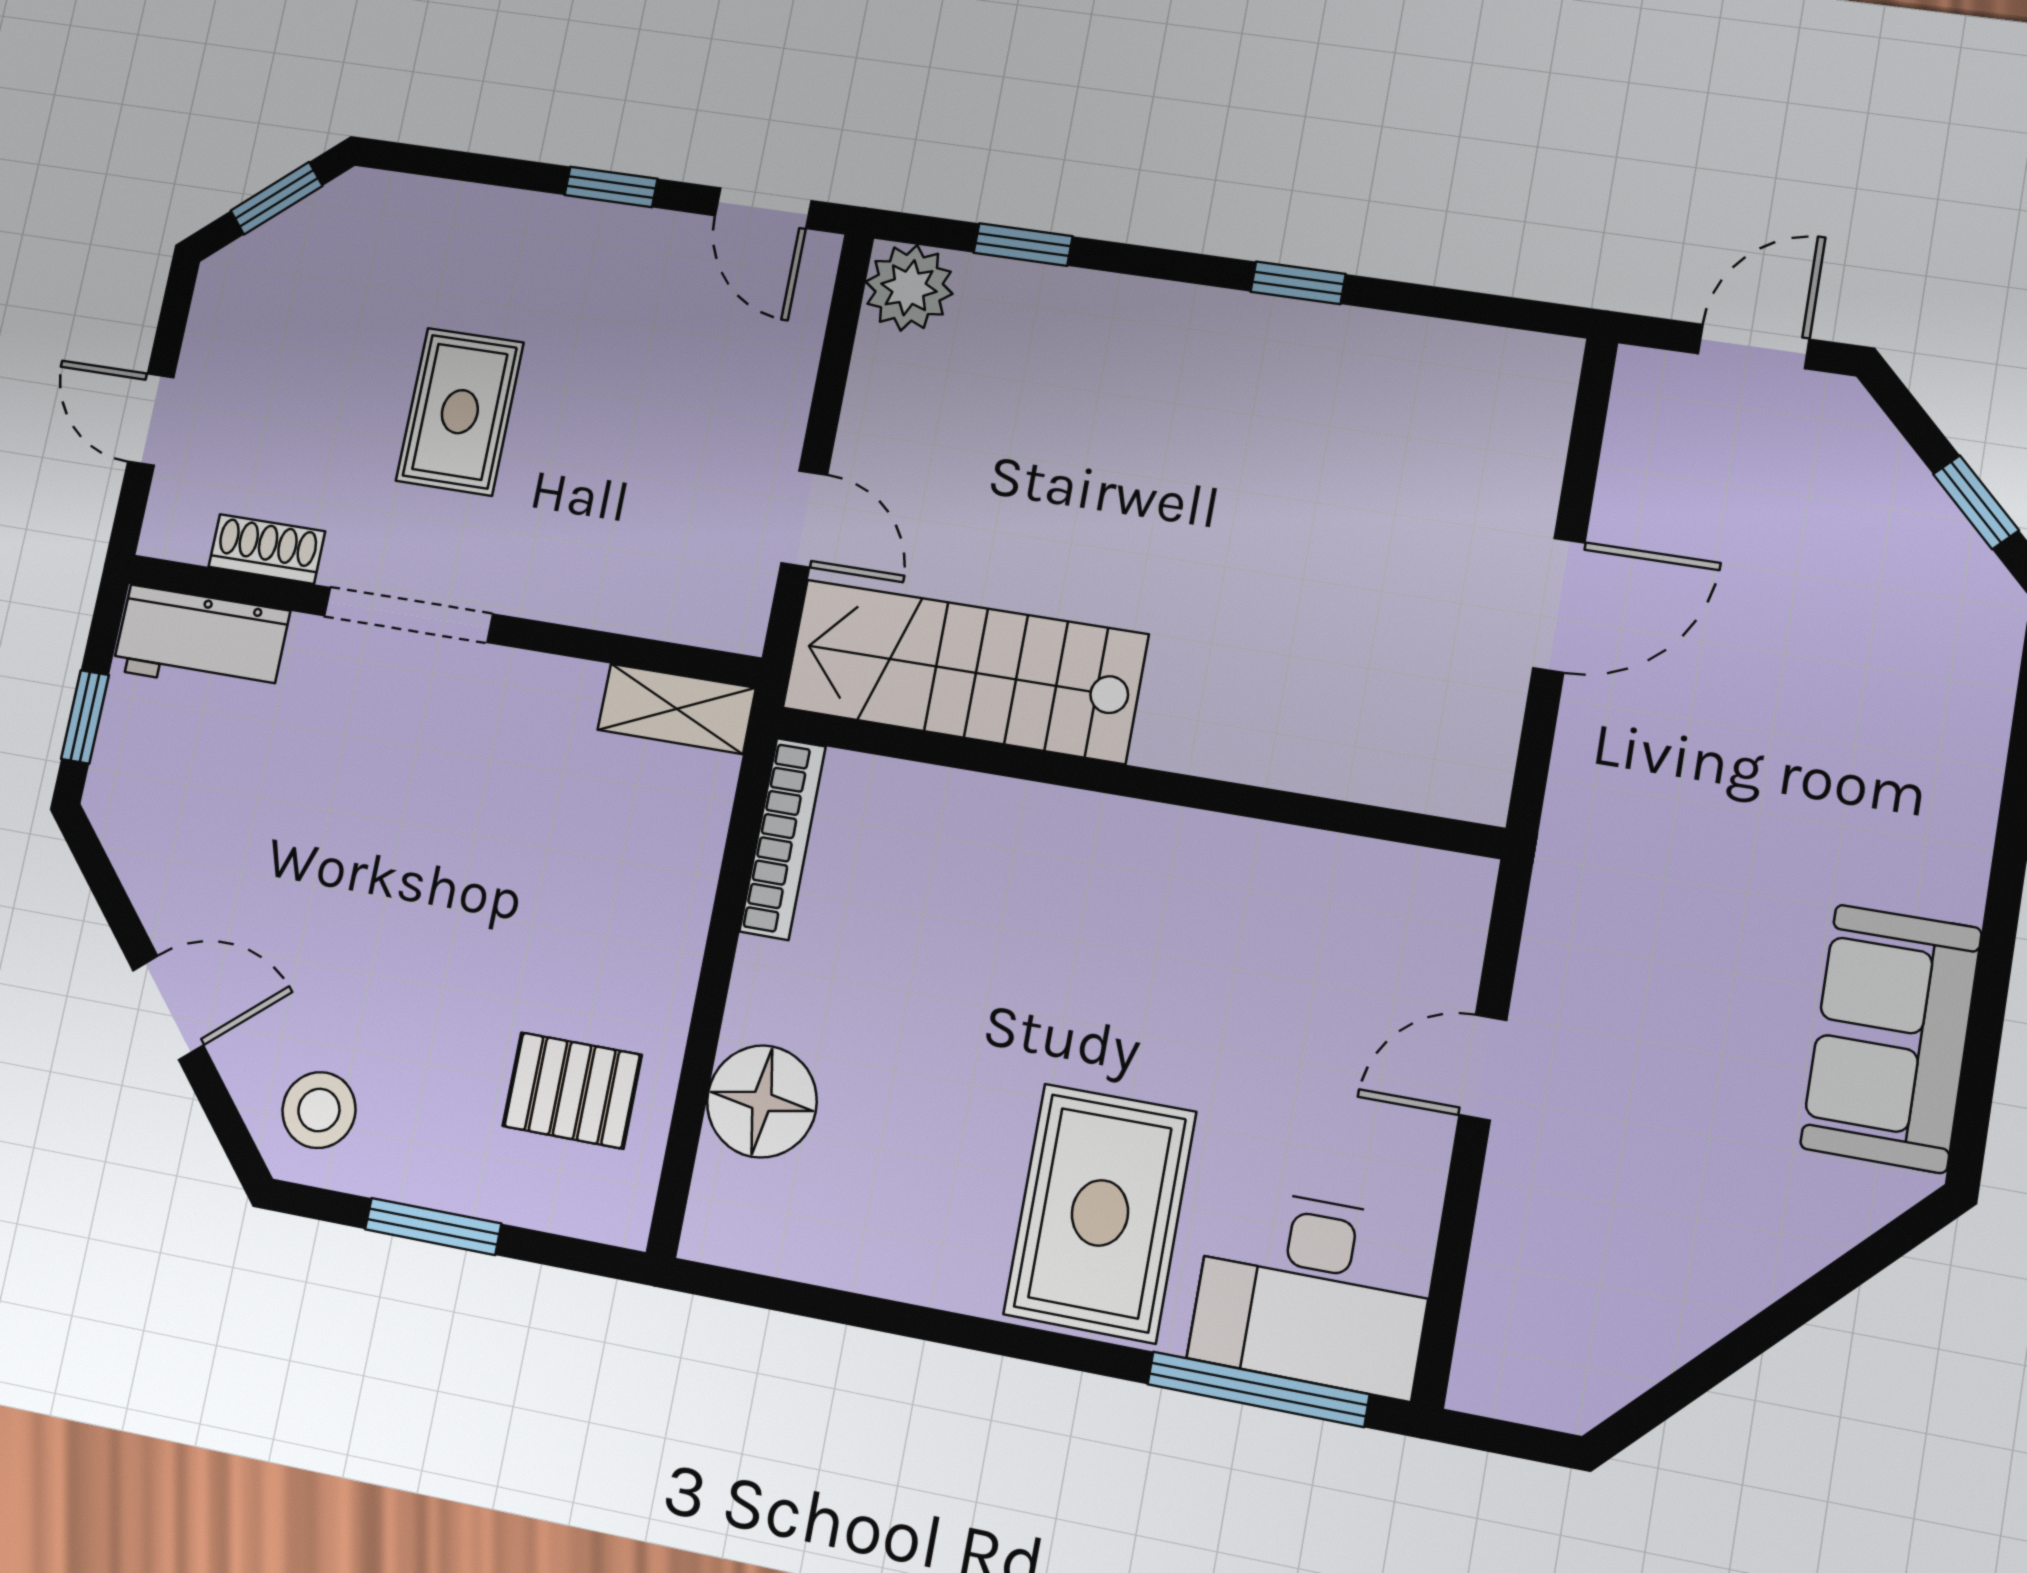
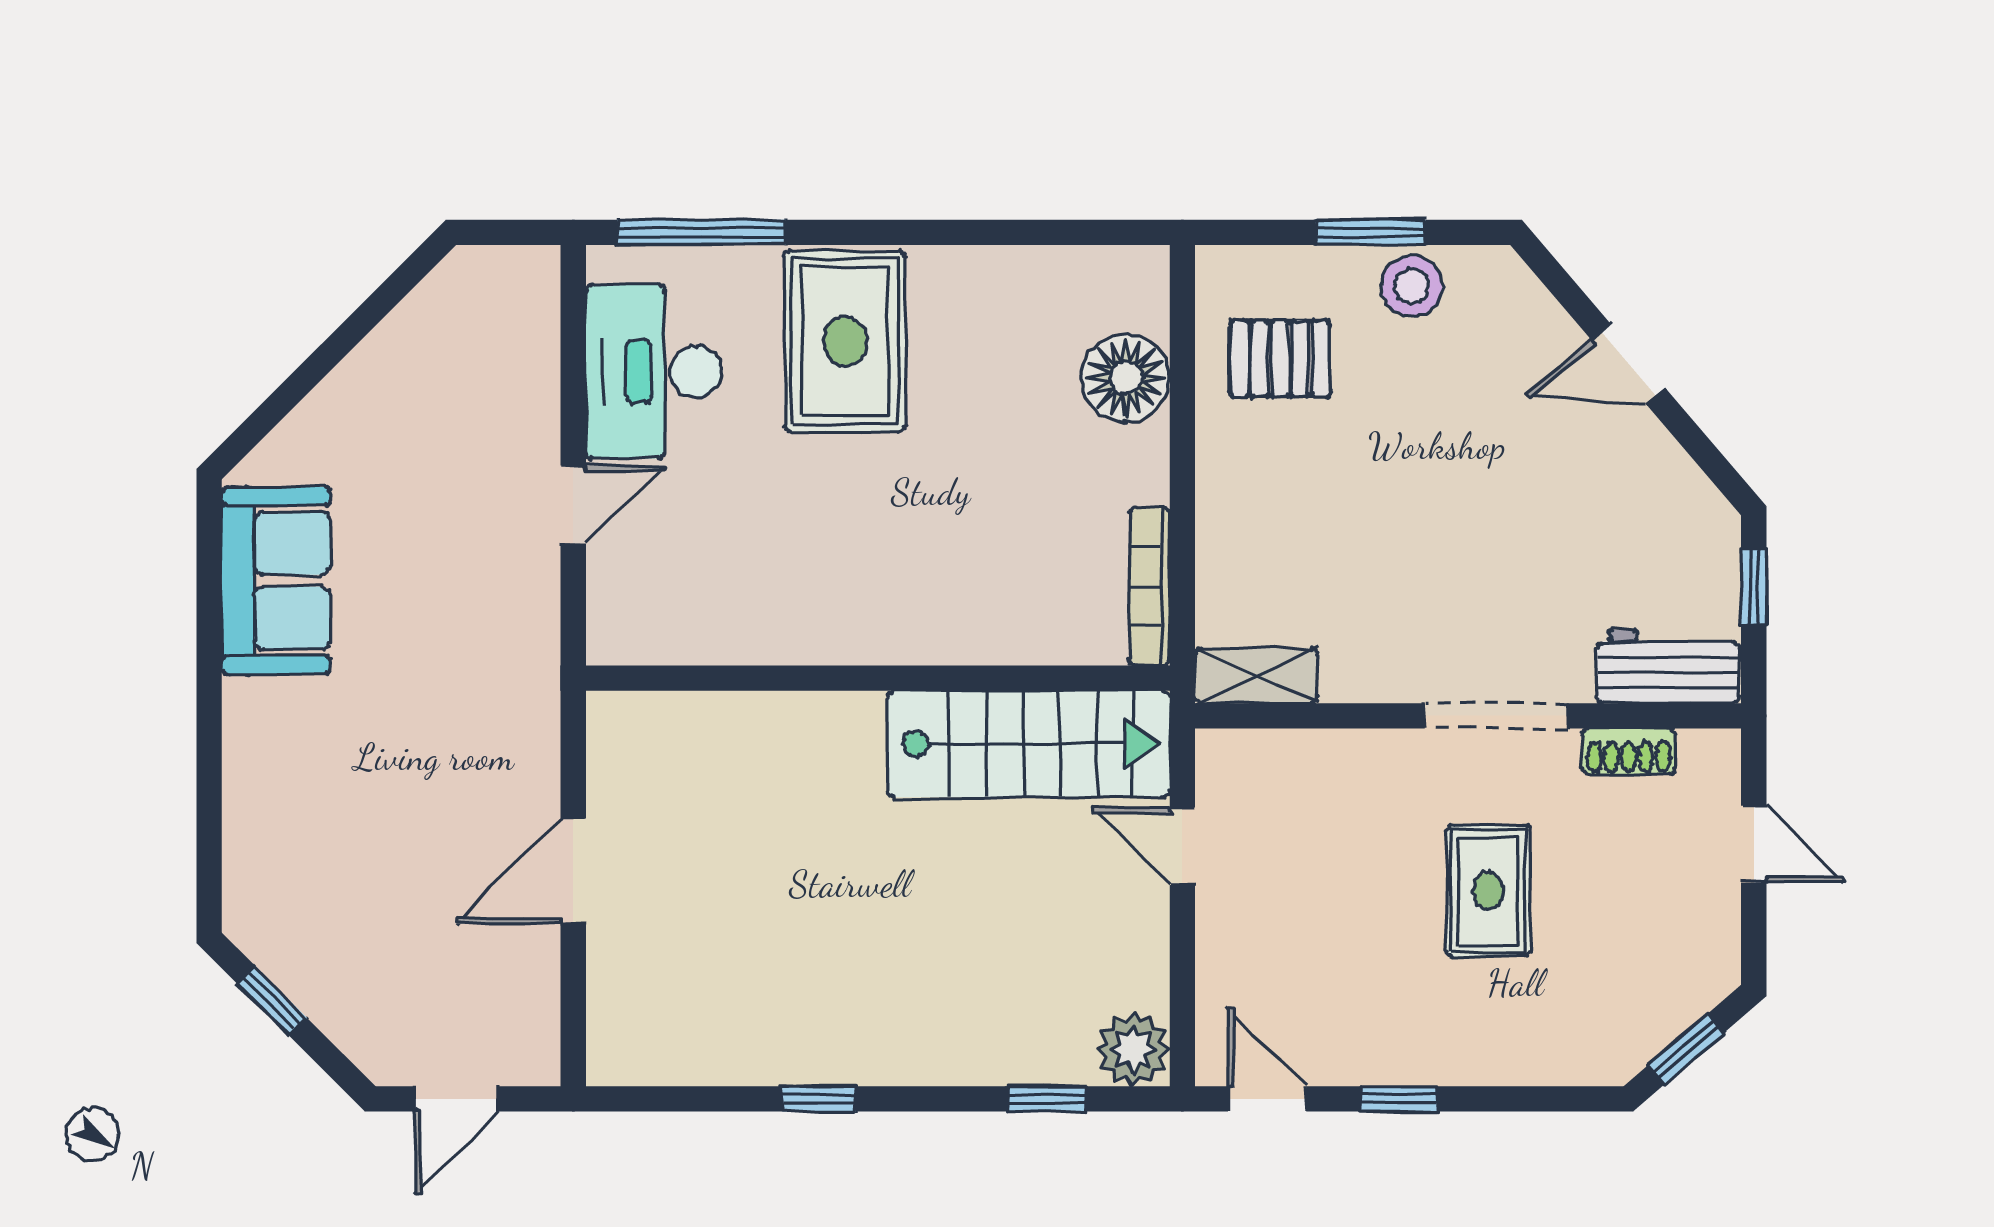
stool: (319, 1110) -> (1412, 286), moved
desk: (1313, 1291) -> (654, 372), moved, turned -90

